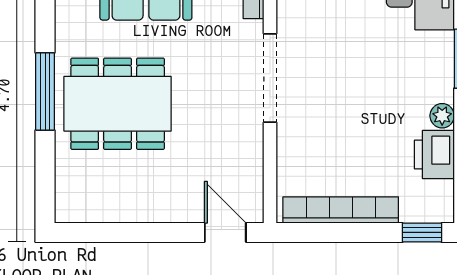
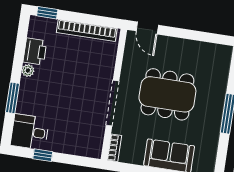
dining table: (118, 104) -> (167, 94), moved

